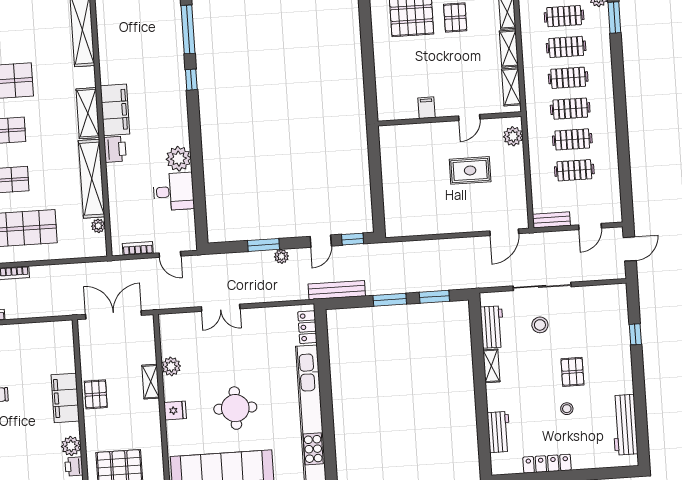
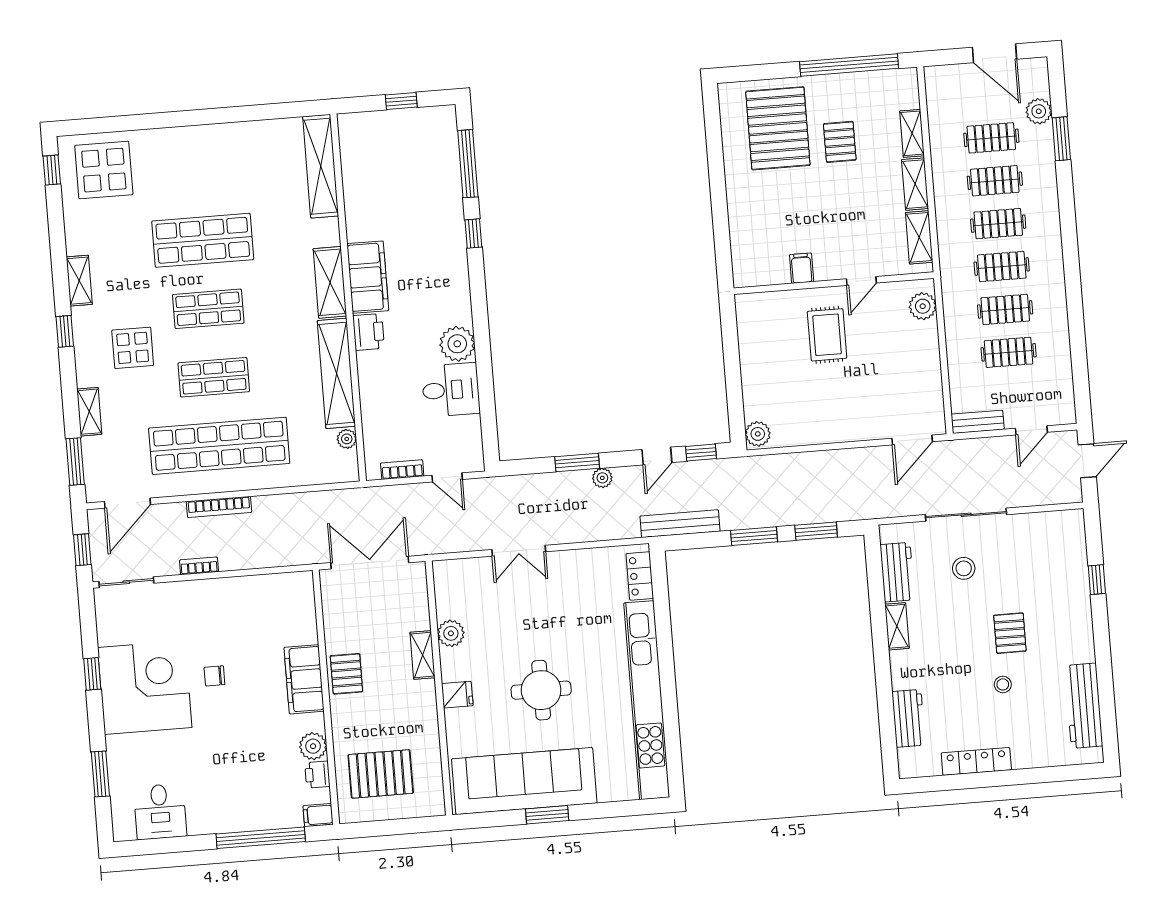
rug: (470, 170) -> (827, 335), moved, turned 90
plant: (393, 226) -> (758, 434), added

